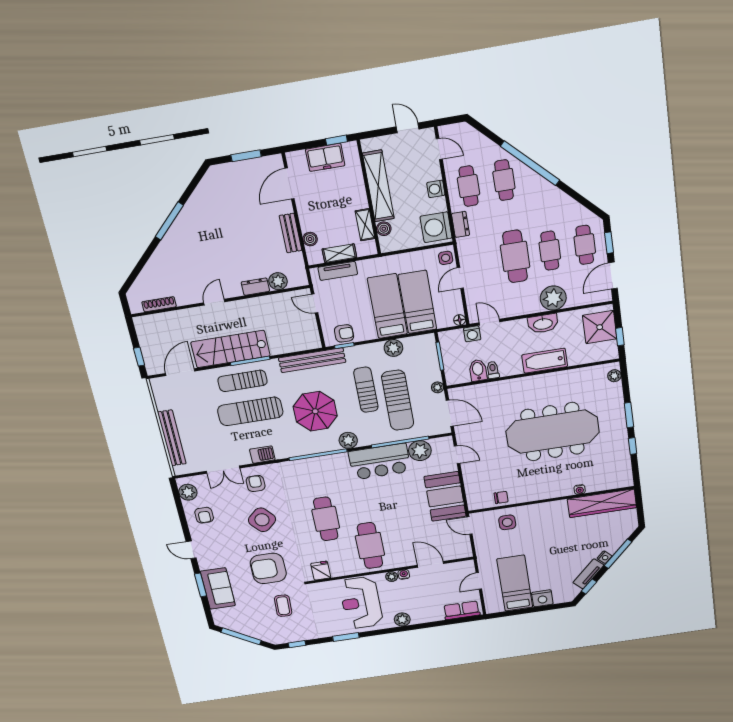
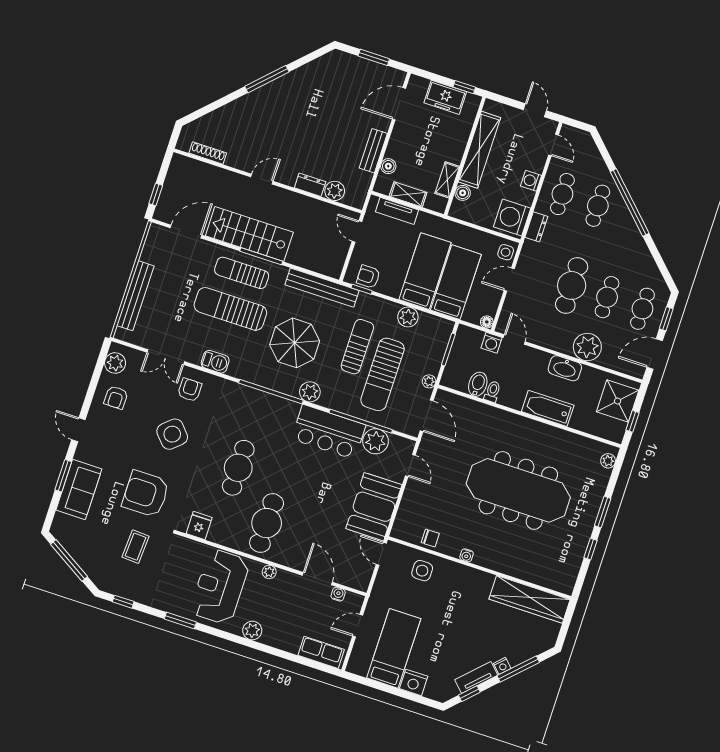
armchair: (344, 333) -> (368, 277), turned 180
water cooler: (580, 489) -> (467, 555), moved
water cooler: (404, 574) -> (338, 594), moved

